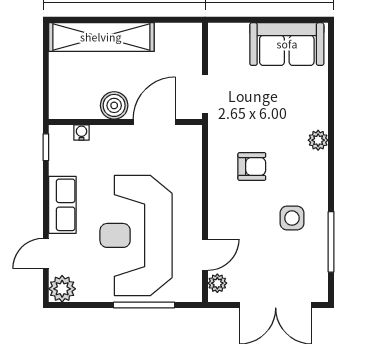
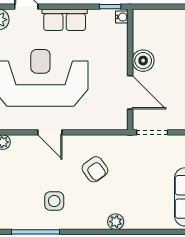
water cooler: (81, 133) -> (122, 17), moved
armchair: (252, 166) -> (95, 169), turned -36
door: (205, 255) -> (50, 132), moved

